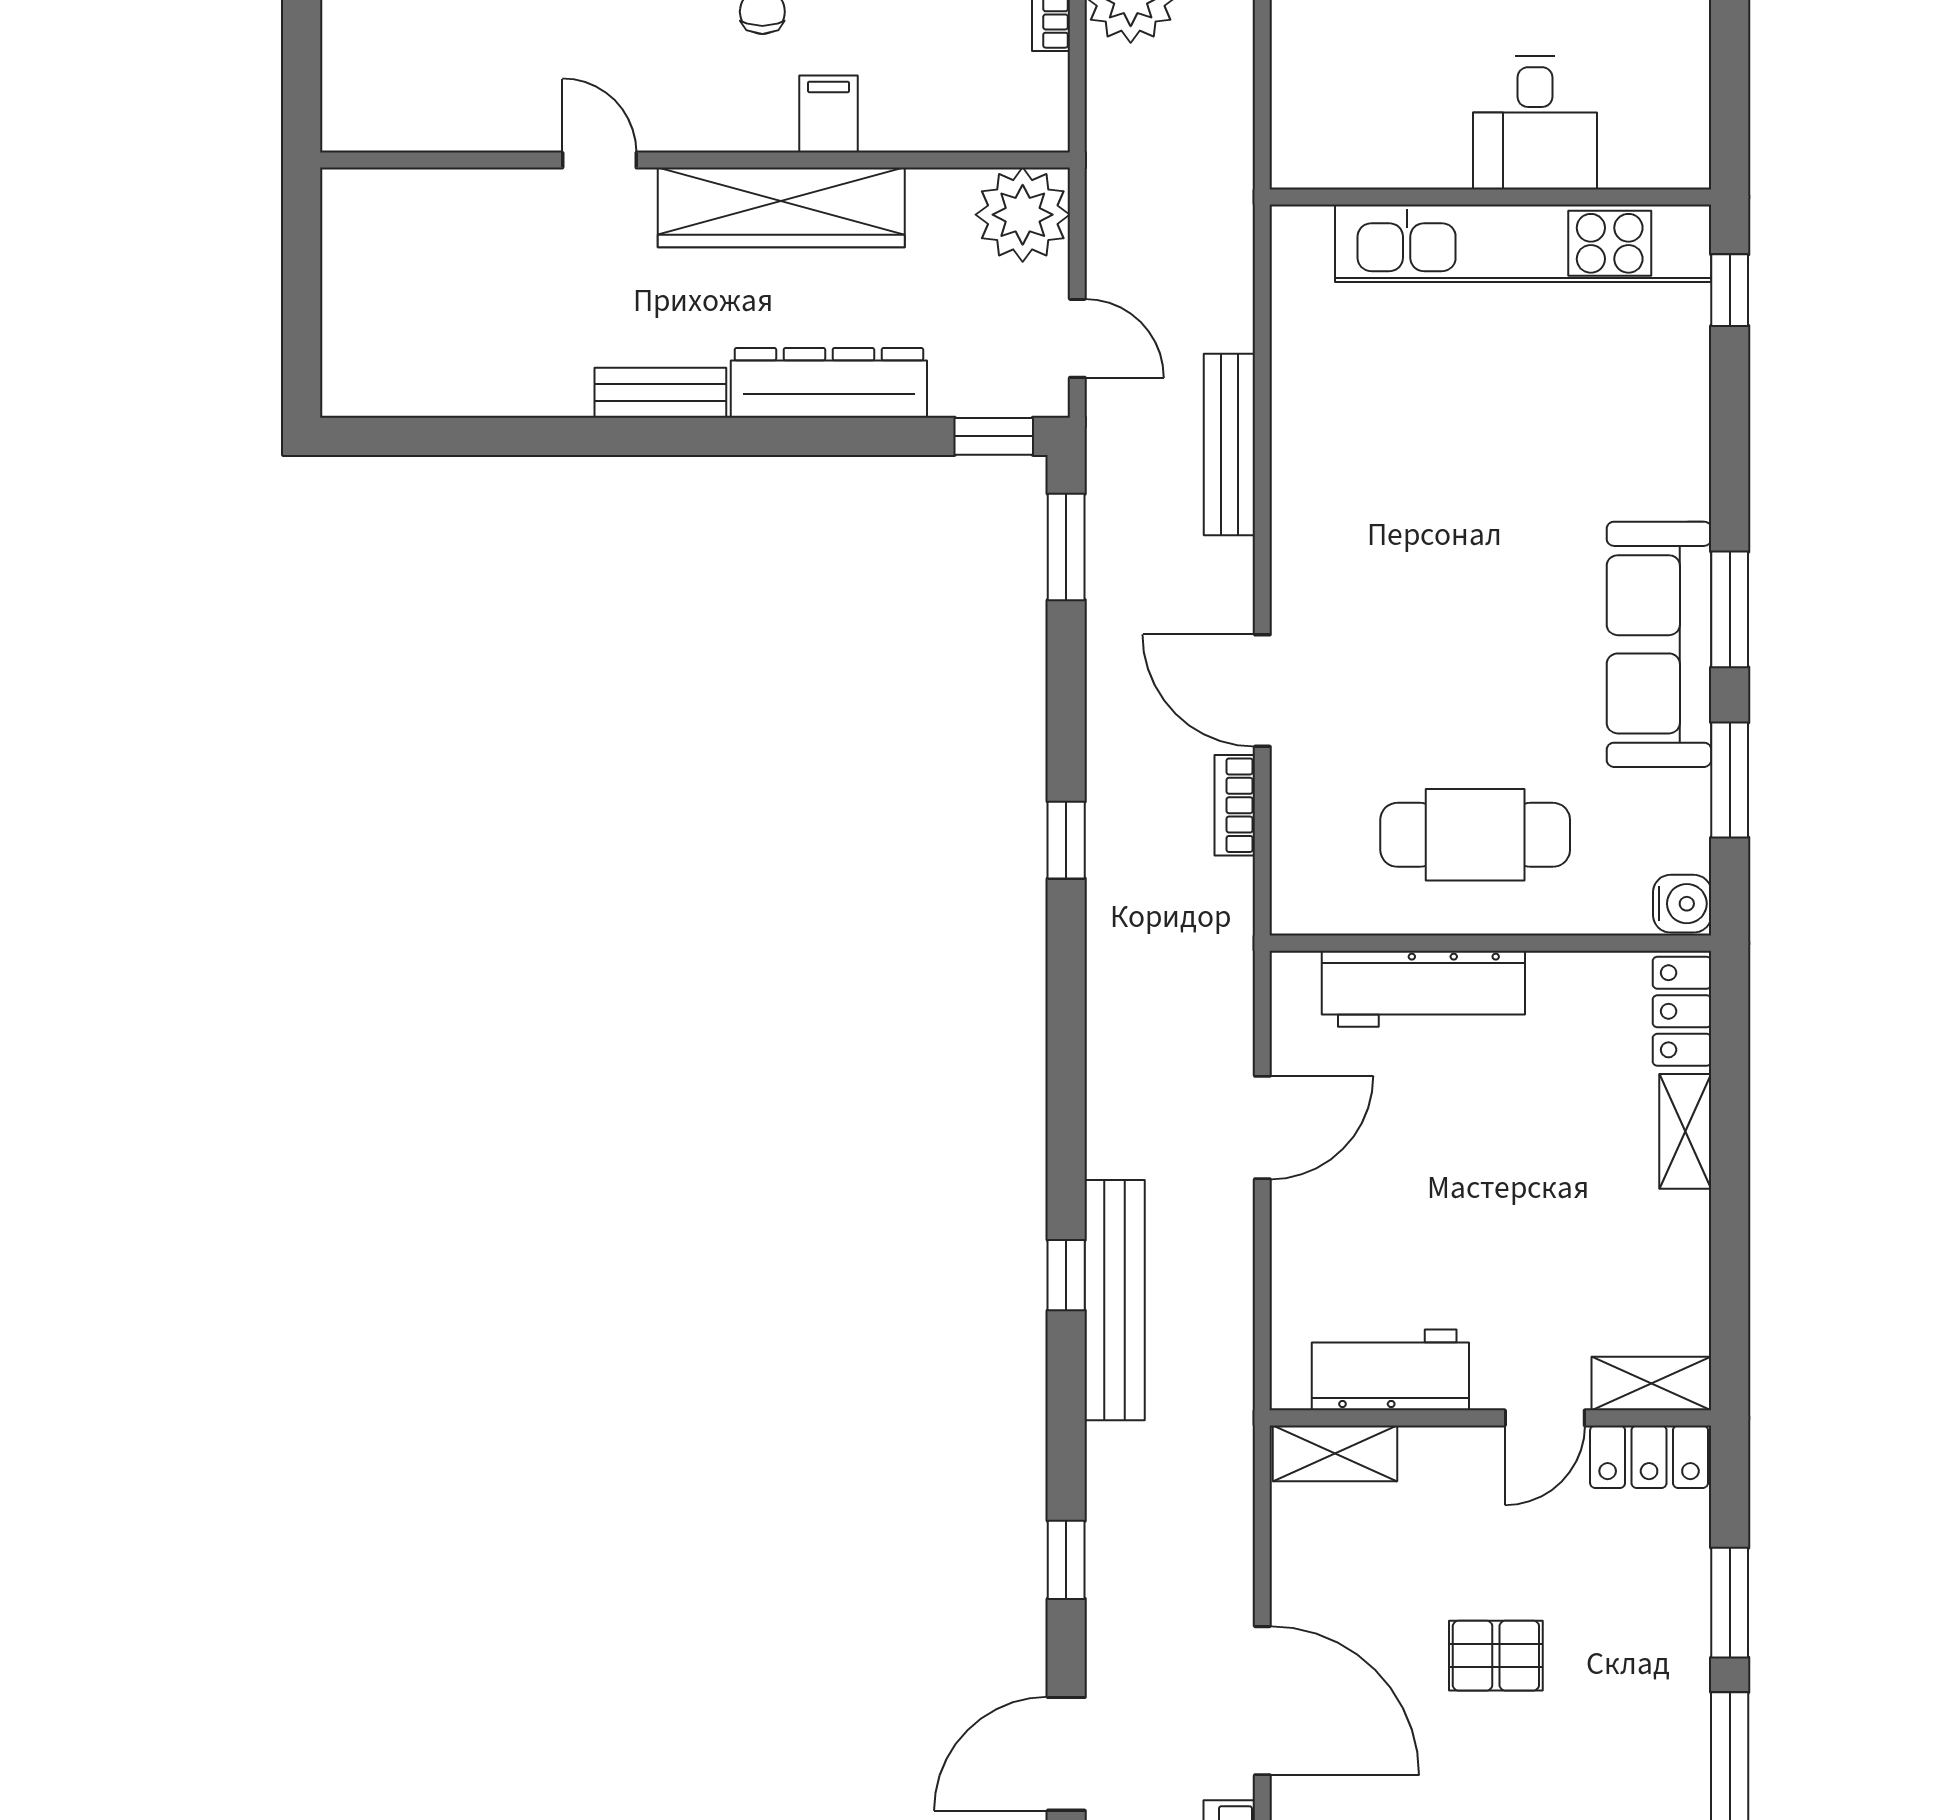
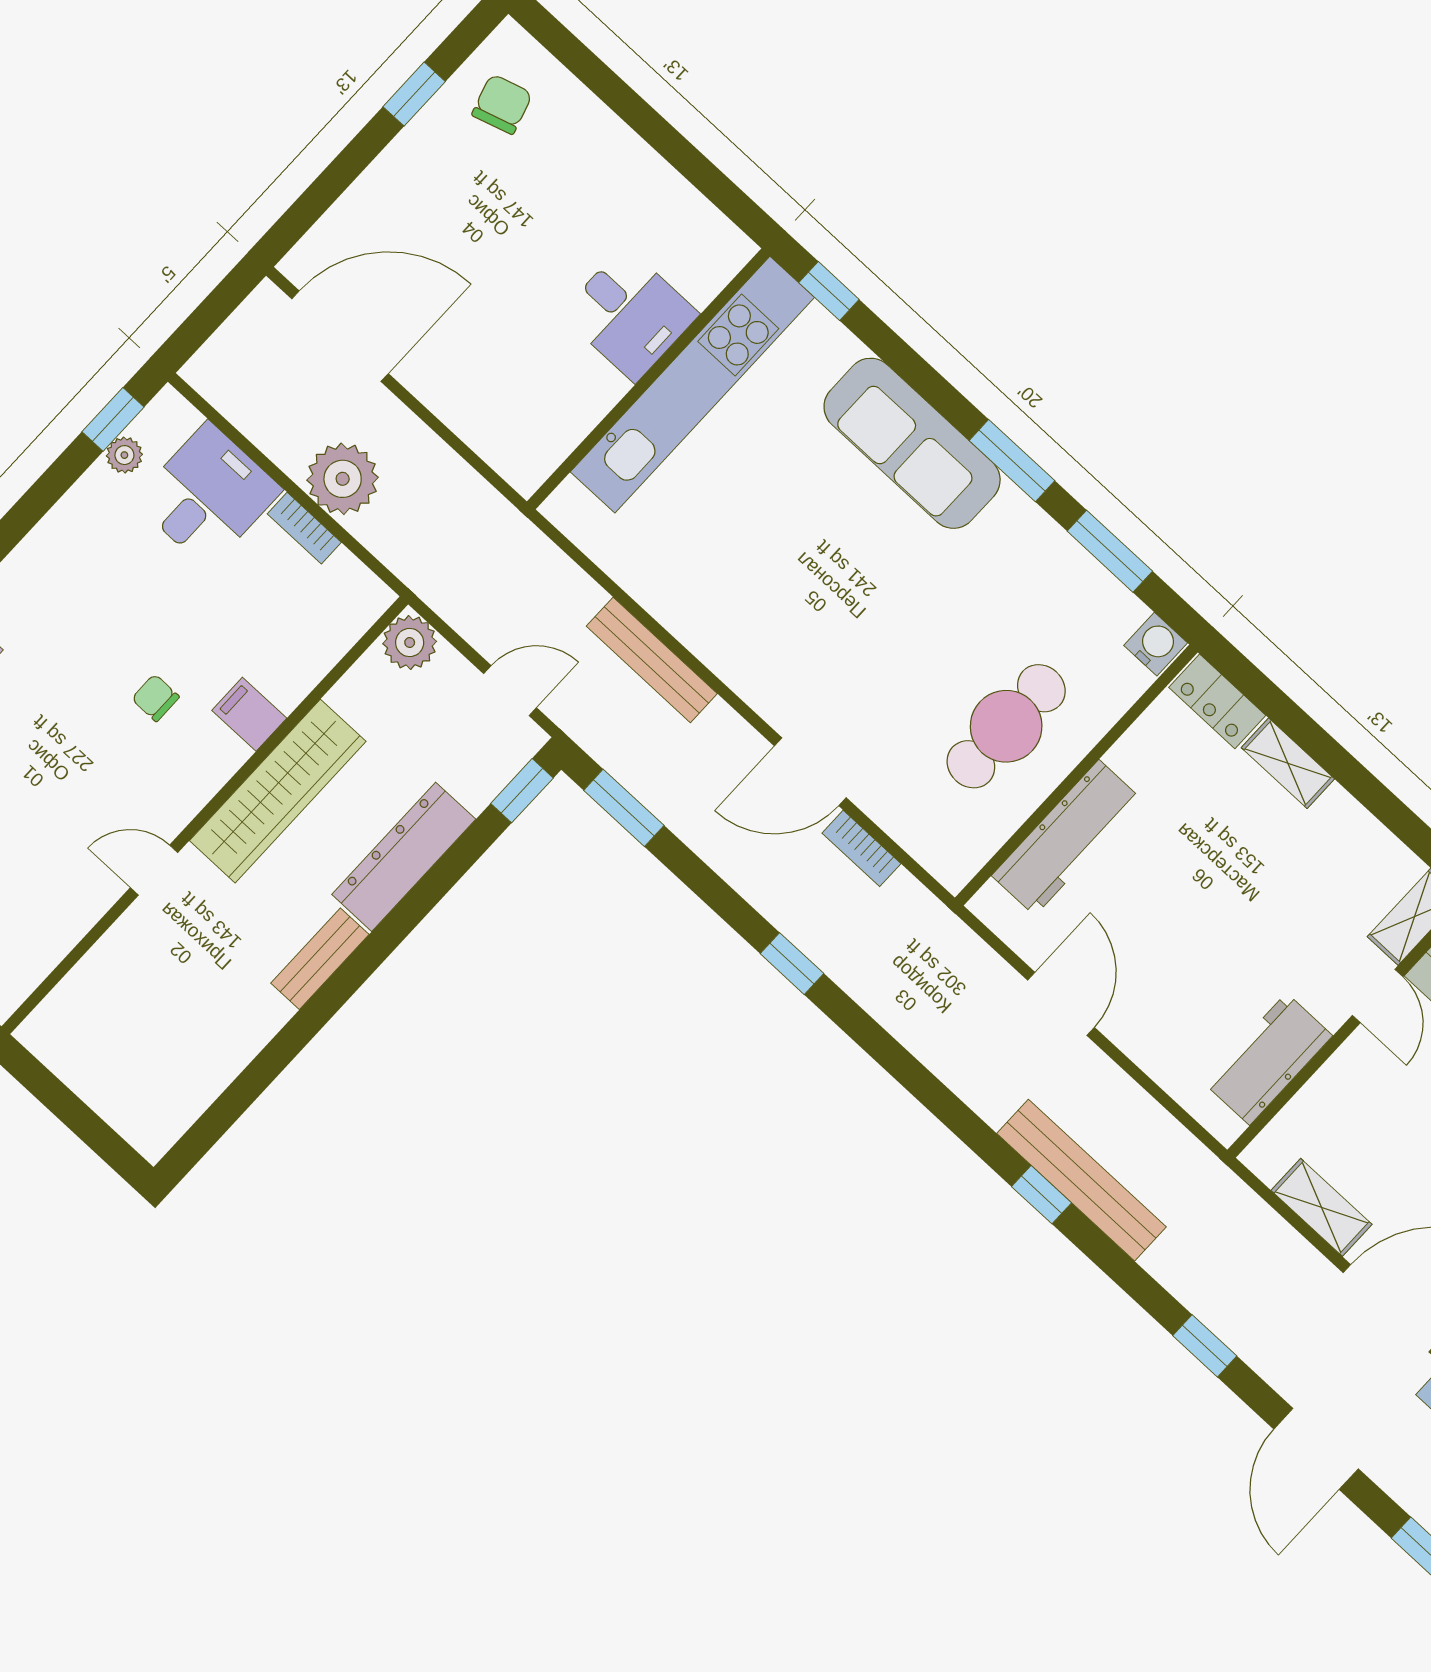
plant: (1023, 215) -> (410, 643), width x0.73, depth x0.73
sofa: (1659, 644) -> (912, 443), moved
shelving: (1335, 1453) -> (1322, 1207), moved, turned 90

